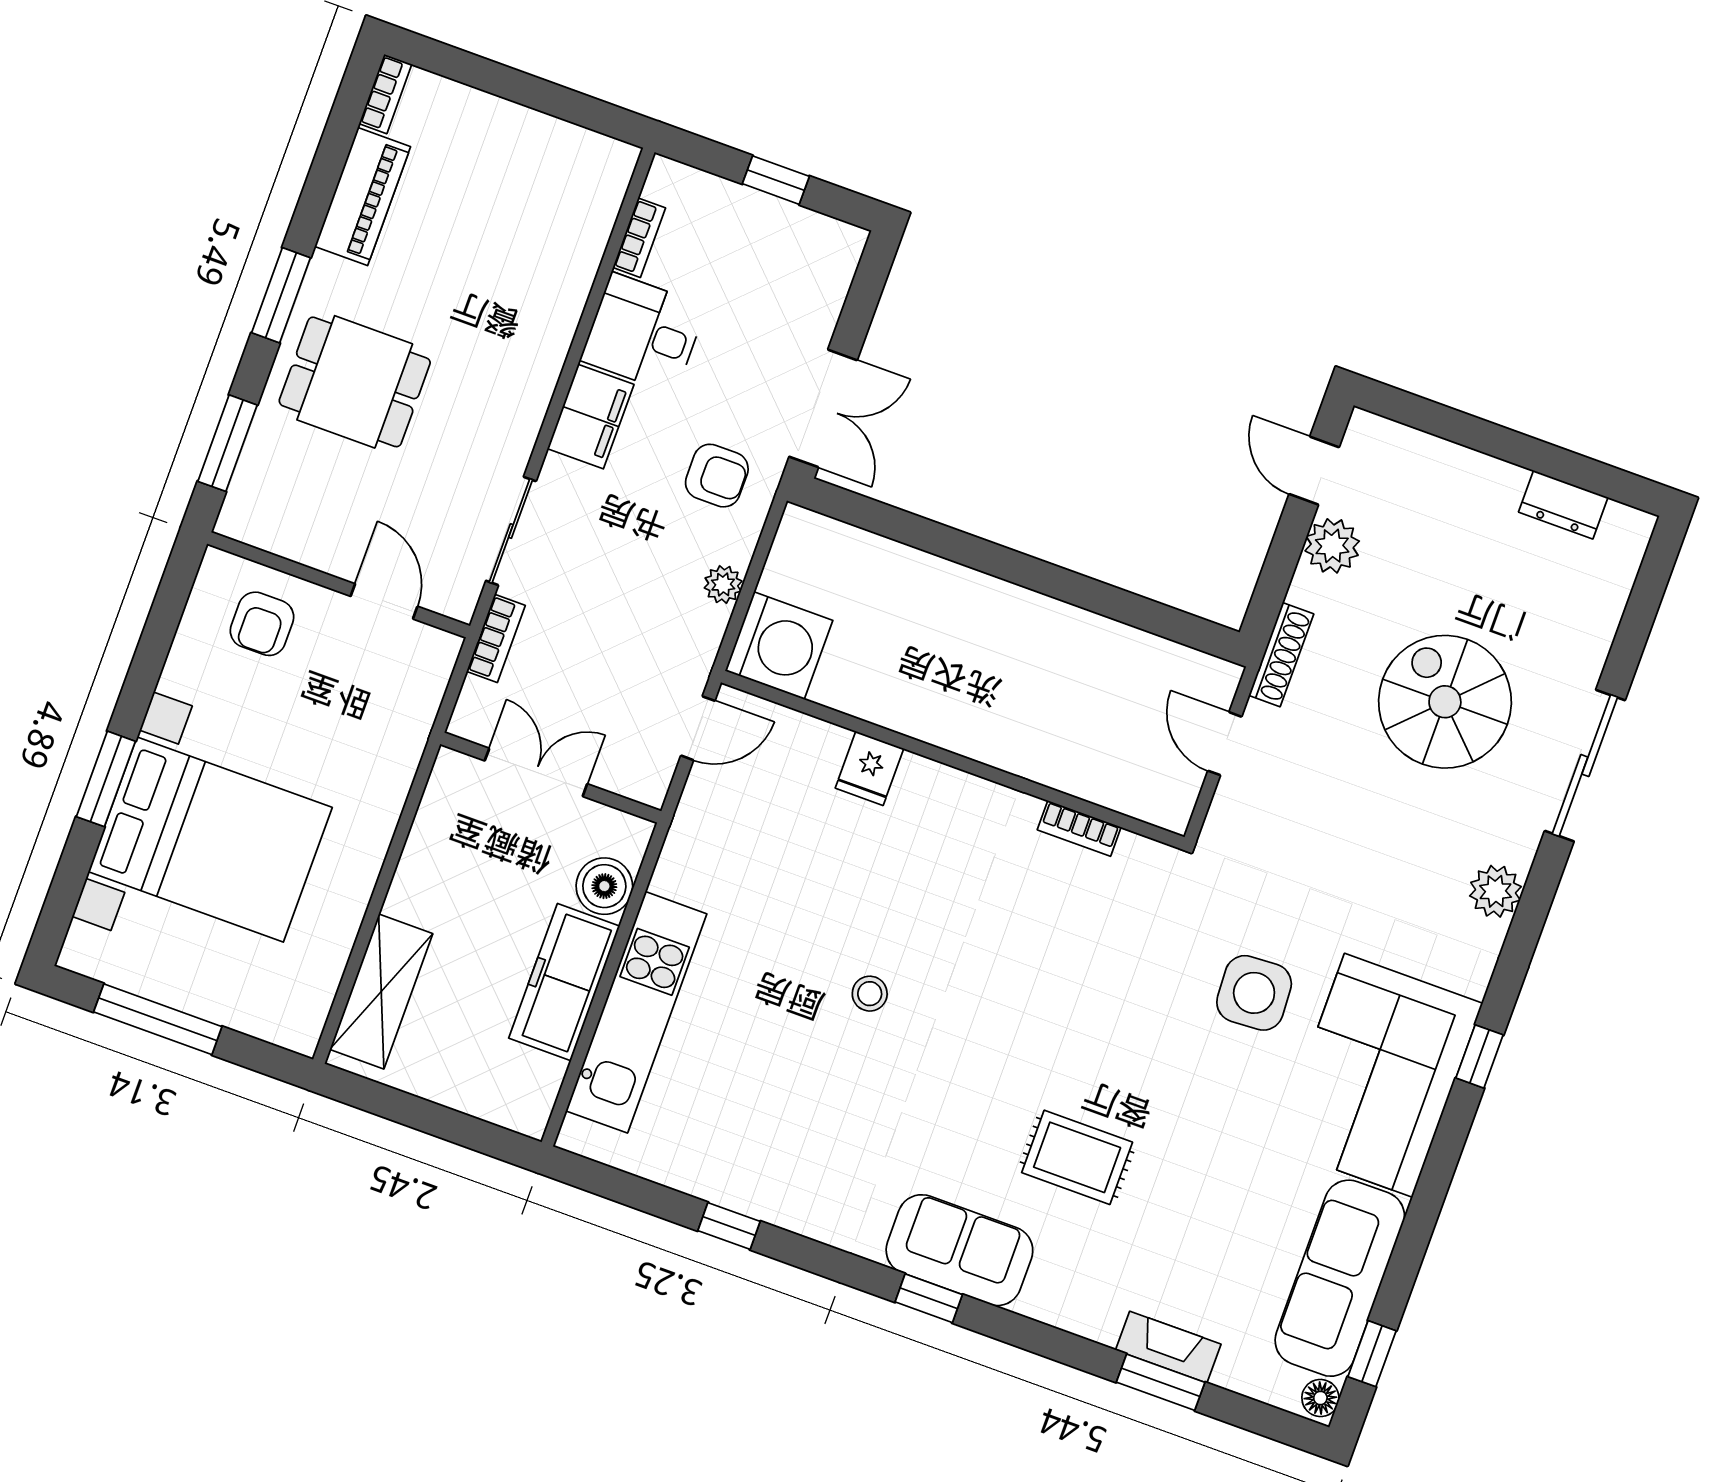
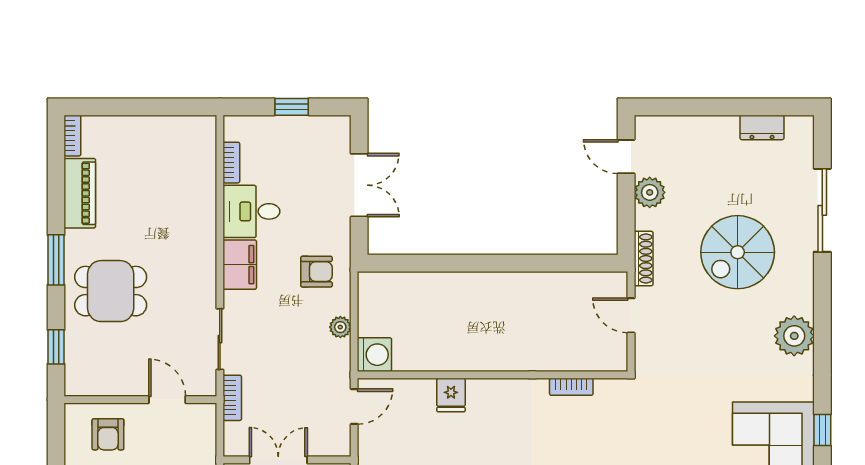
double door: (823, 408) -> (359, 185), moved
window: (227, 443) -> (56, 347), width x0.67
washing machine: (779, 646) -> (374, 355), width x0.73, depth x0.73
spiral stairs: (1445, 702) -> (738, 252), turned -90
sliding door: (1585, 766) -> (822, 210), moved
plant: (1496, 891) -> (794, 336), width x1.36, depth x1.36
side table: (1254, 993) -> (693, 439), removed

